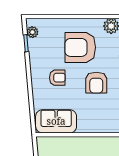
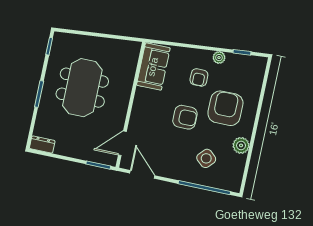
plant: (32, 32) -> (219, 58), moved
armchair: (96, 83) -> (185, 117), turned 180

